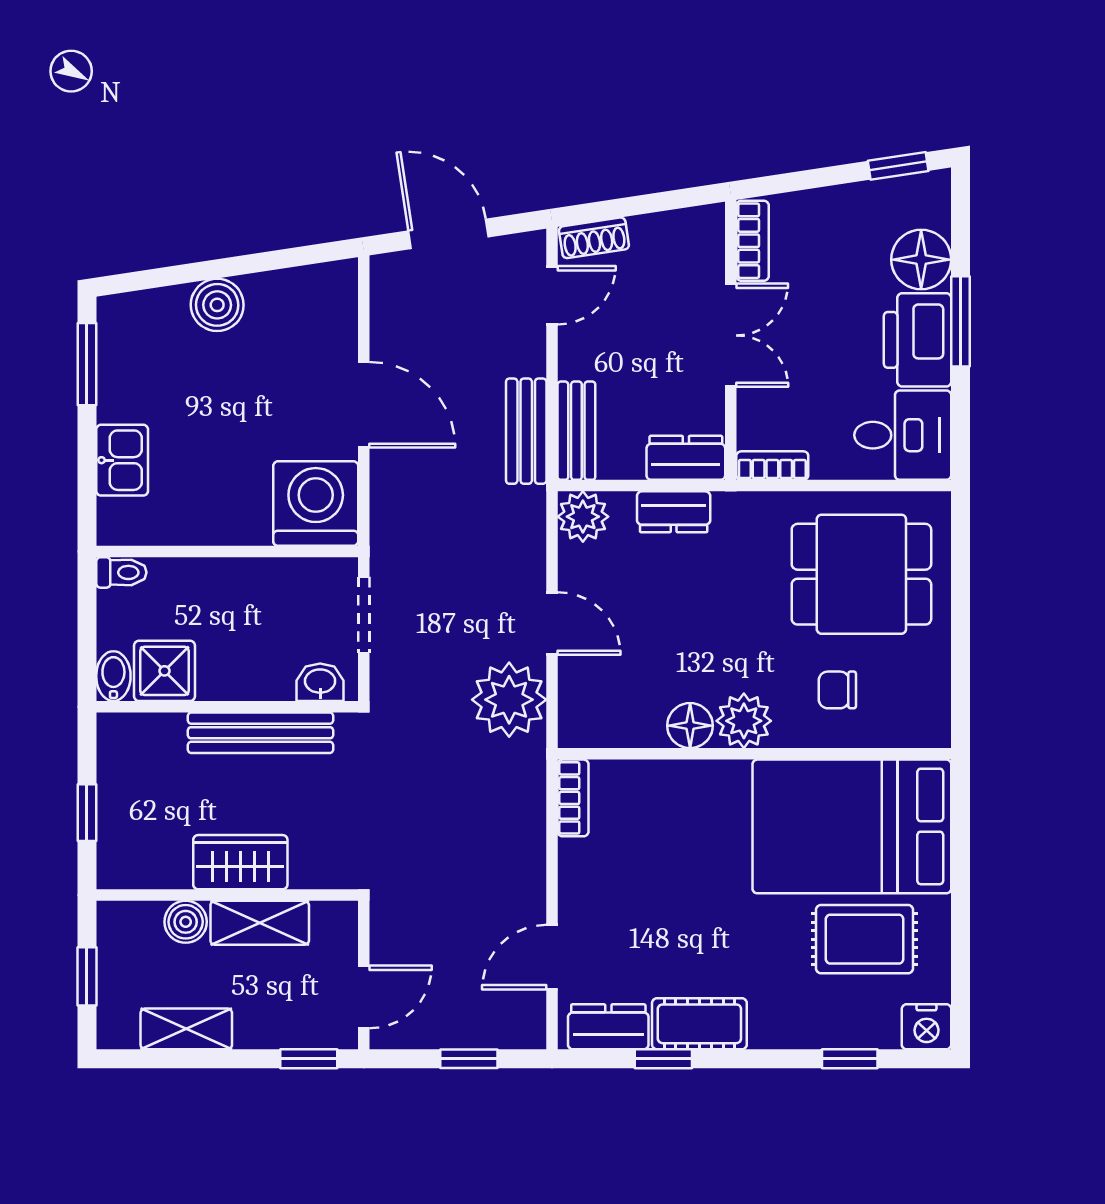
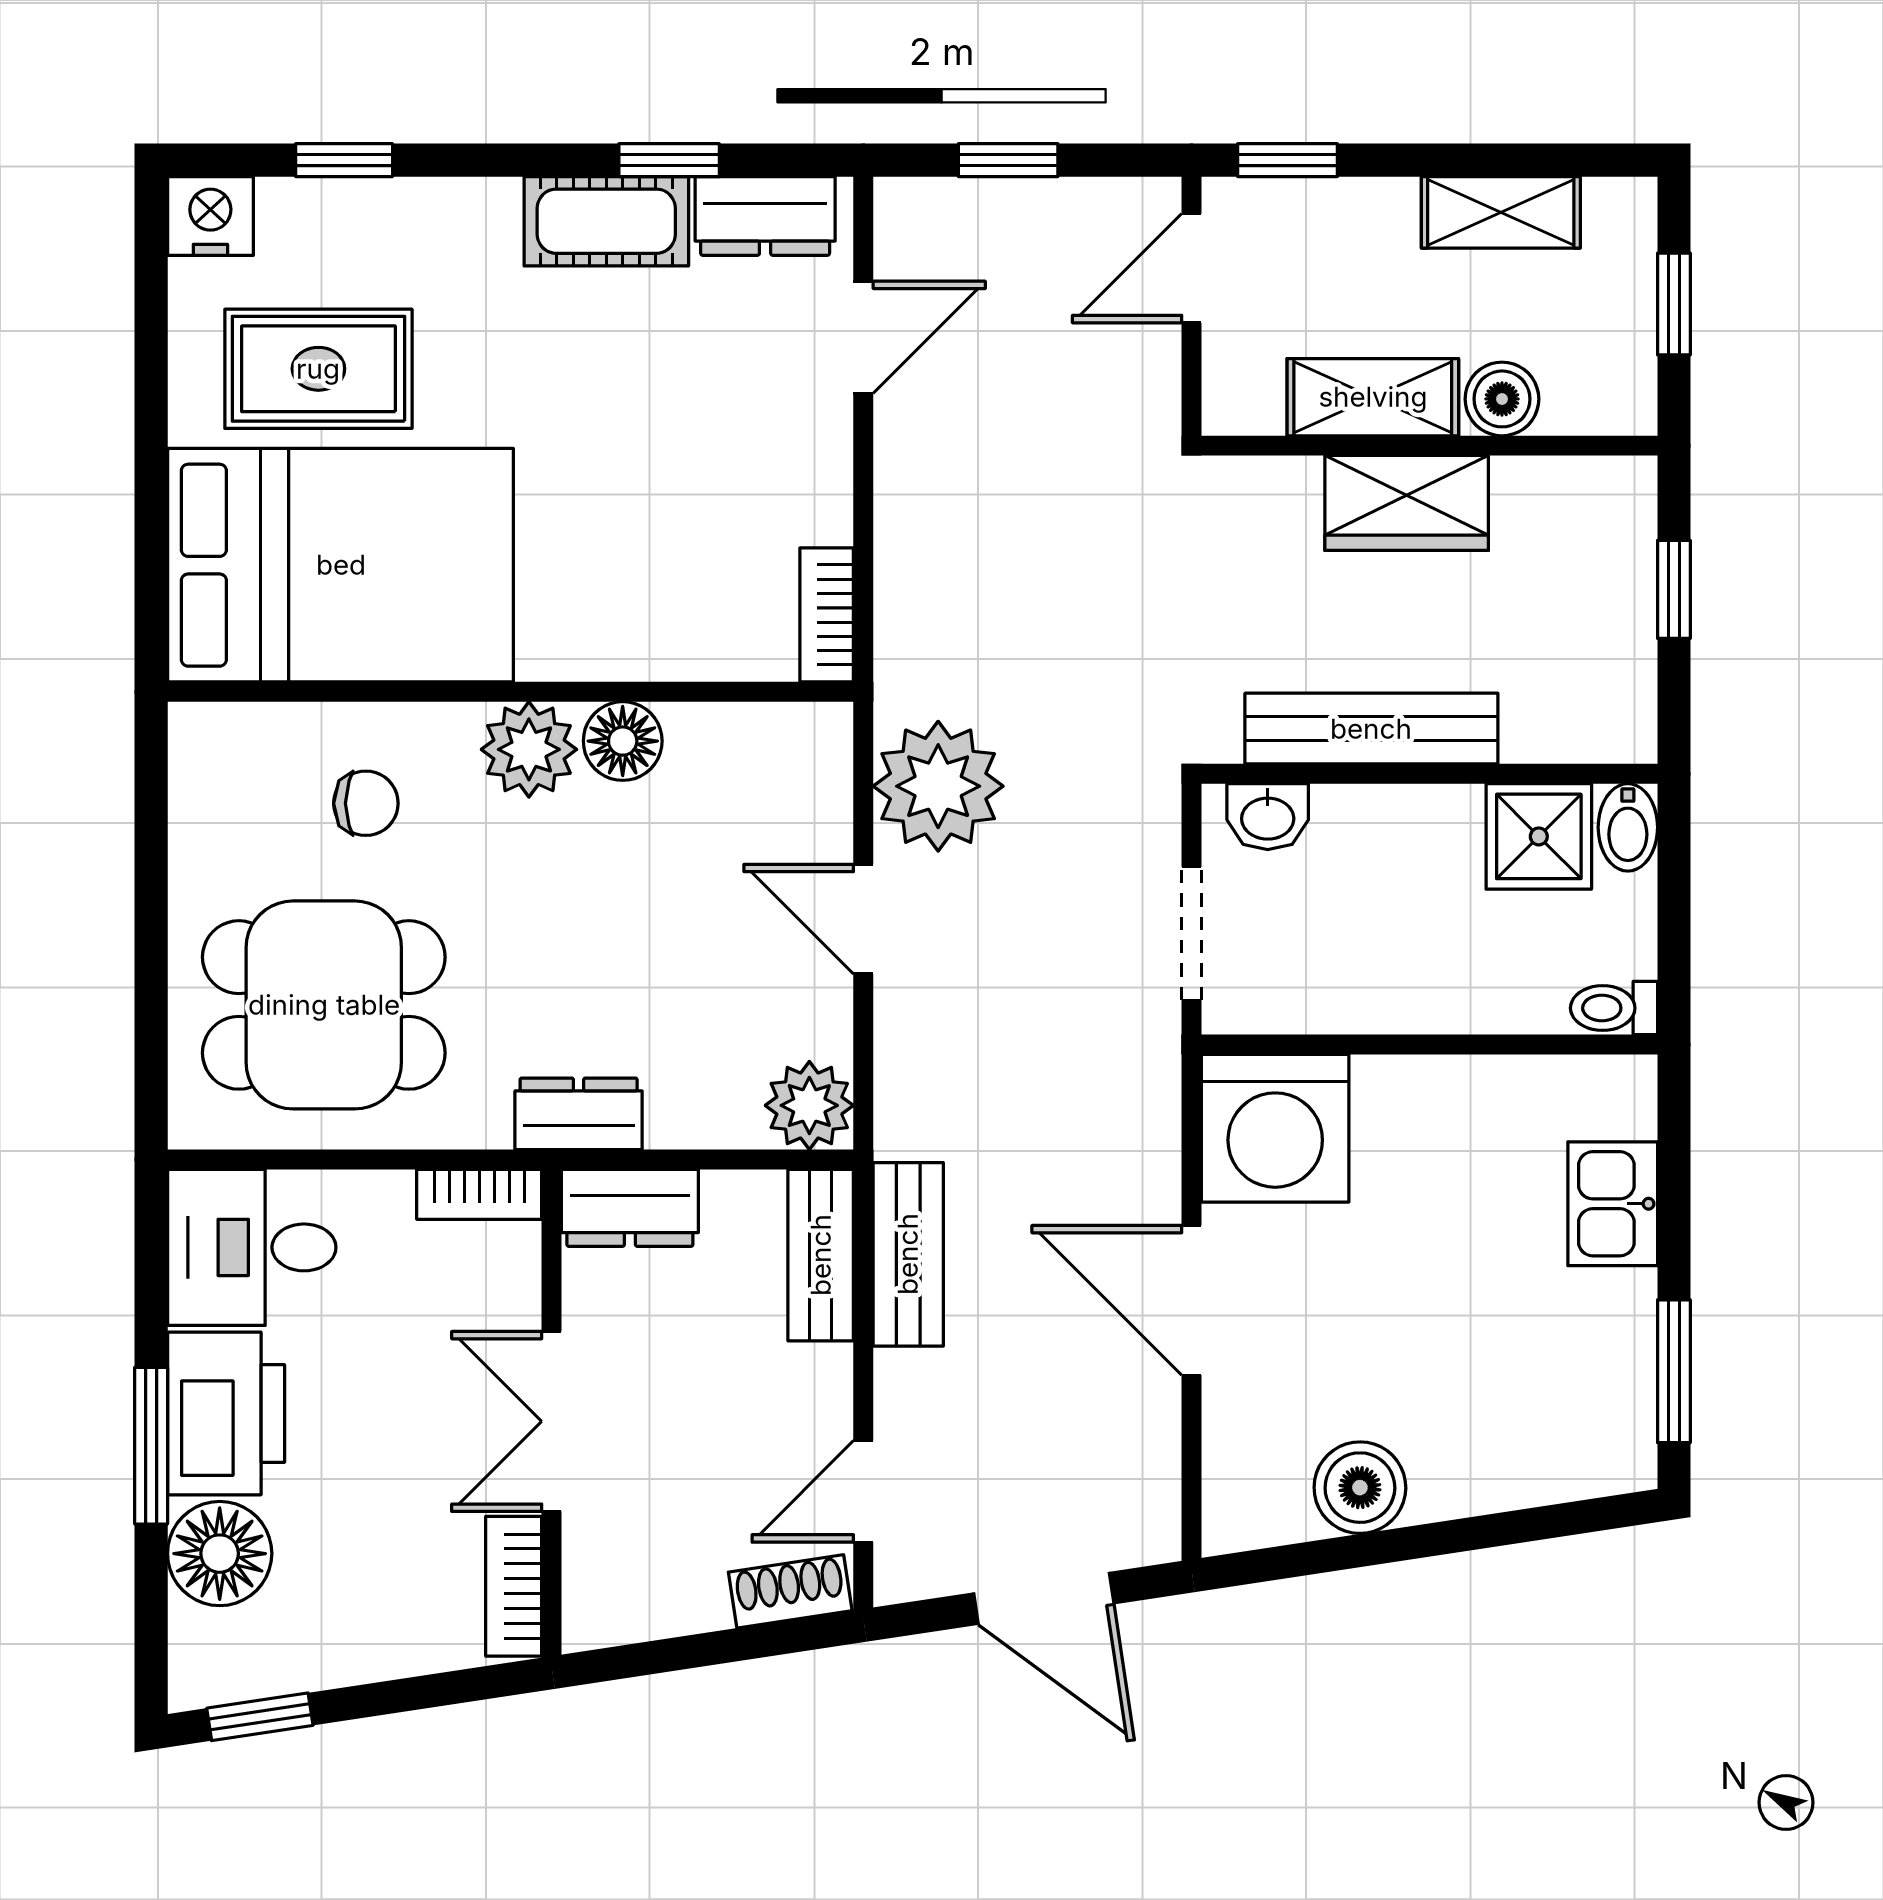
boiler: (217, 305) -> (1360, 1488), moved
dresser: (674, 512) -> (579, 1114), moved

